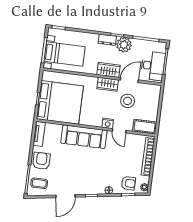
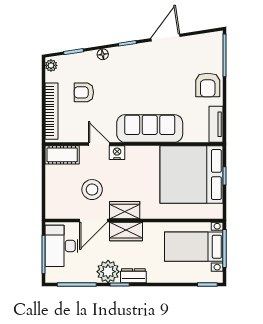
coffee table: (39, 183) -> (207, 52), removed
armchair: (128, 183) -> (84, 92), moved

